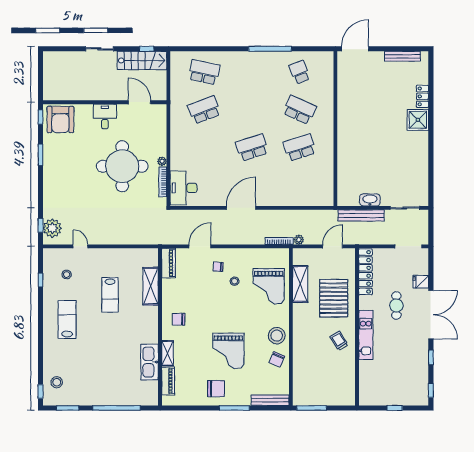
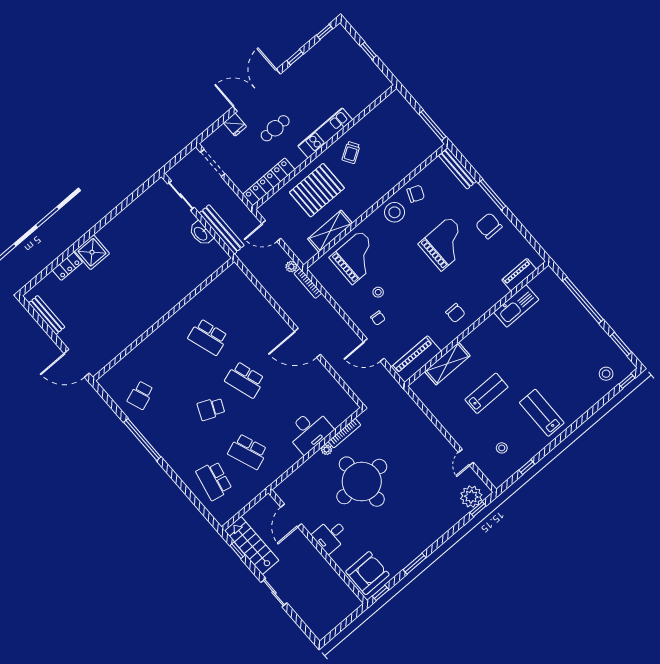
school desk: (300, 110) -> (211, 409), moved, width x0.54
desk: (184, 188) -> (309, 431), moved
piano: (168, 263) -> (416, 359), width x1.37, depth x1.33
lab bench: (67, 320) -> (542, 413), turned 90
shelving: (168, 353) -> (495, 297), removed

